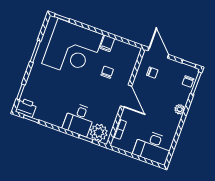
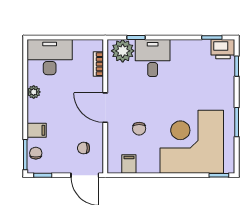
filing cabinet: (107, 43) -> (129, 164), moved
filing cabinet: (181, 98) -> (37, 130), added
plant: (180, 109) -> (34, 92), moved

